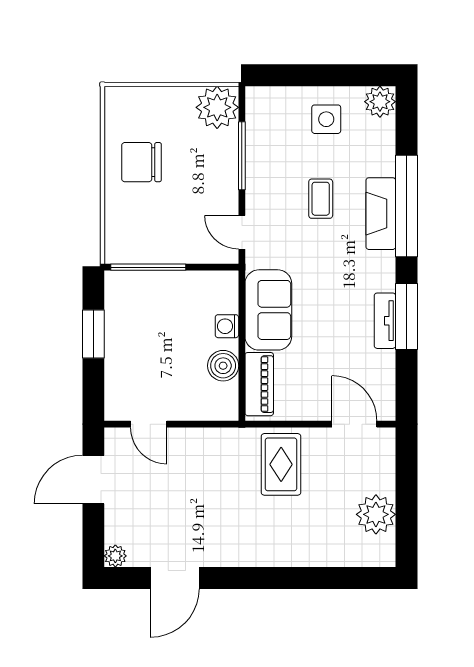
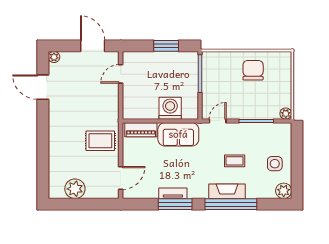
plant: (217, 107) -> (286, 114), width x0.53, depth x0.53
washing machine: (227, 326) -> (170, 108), width x1.89, depth x1.89
boiler: (223, 366) -> (150, 112), removed

